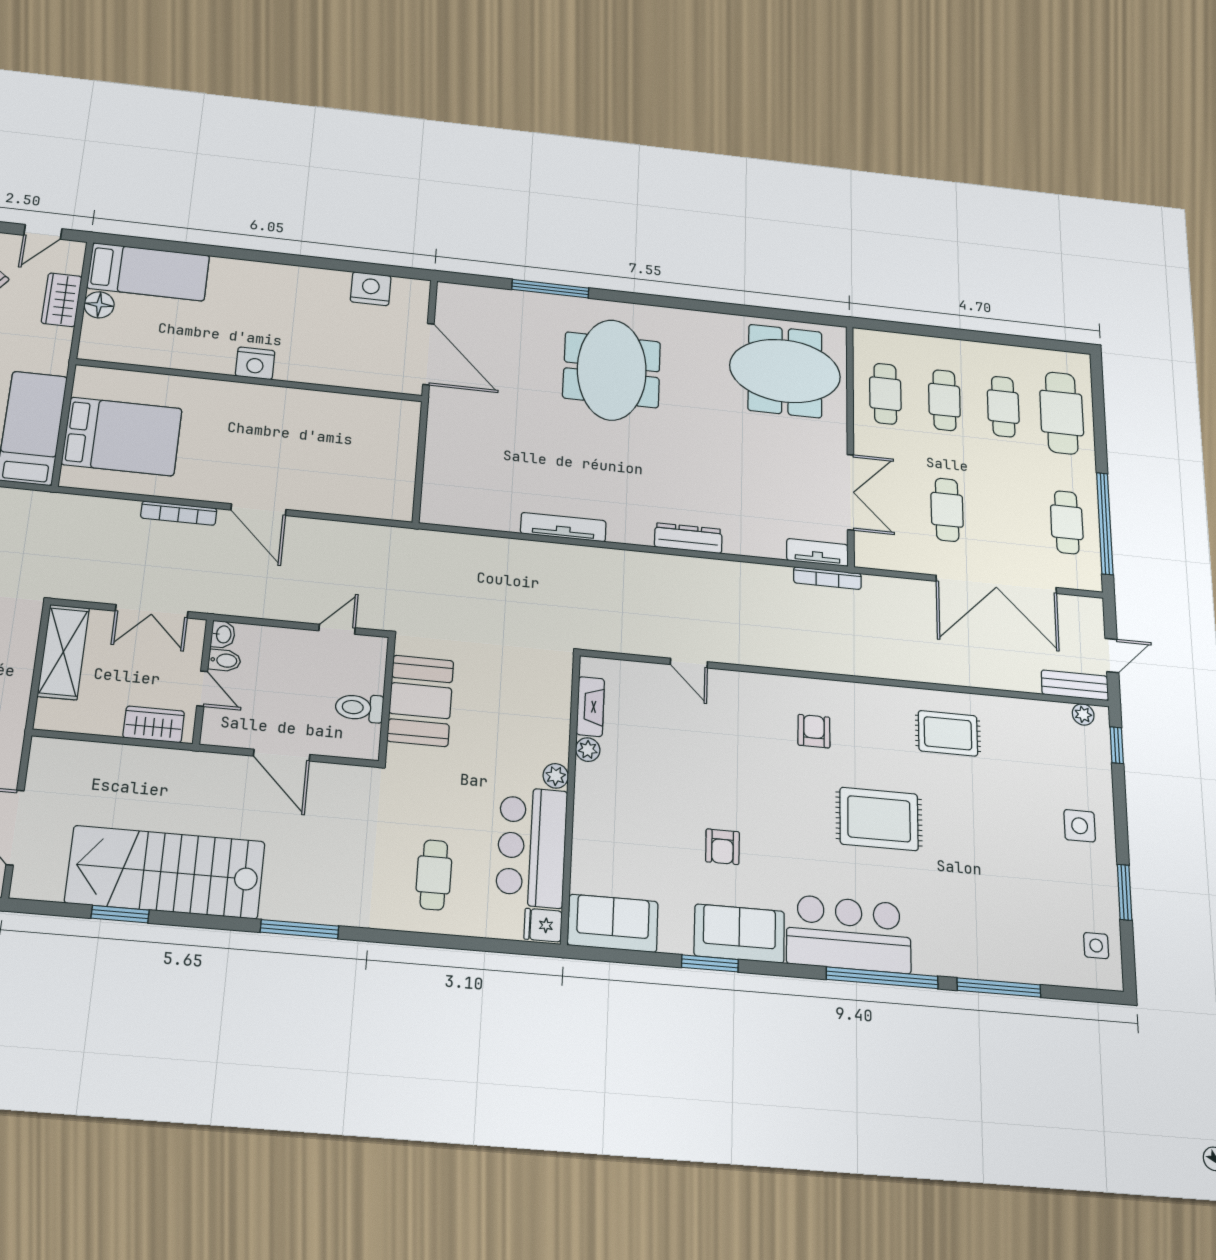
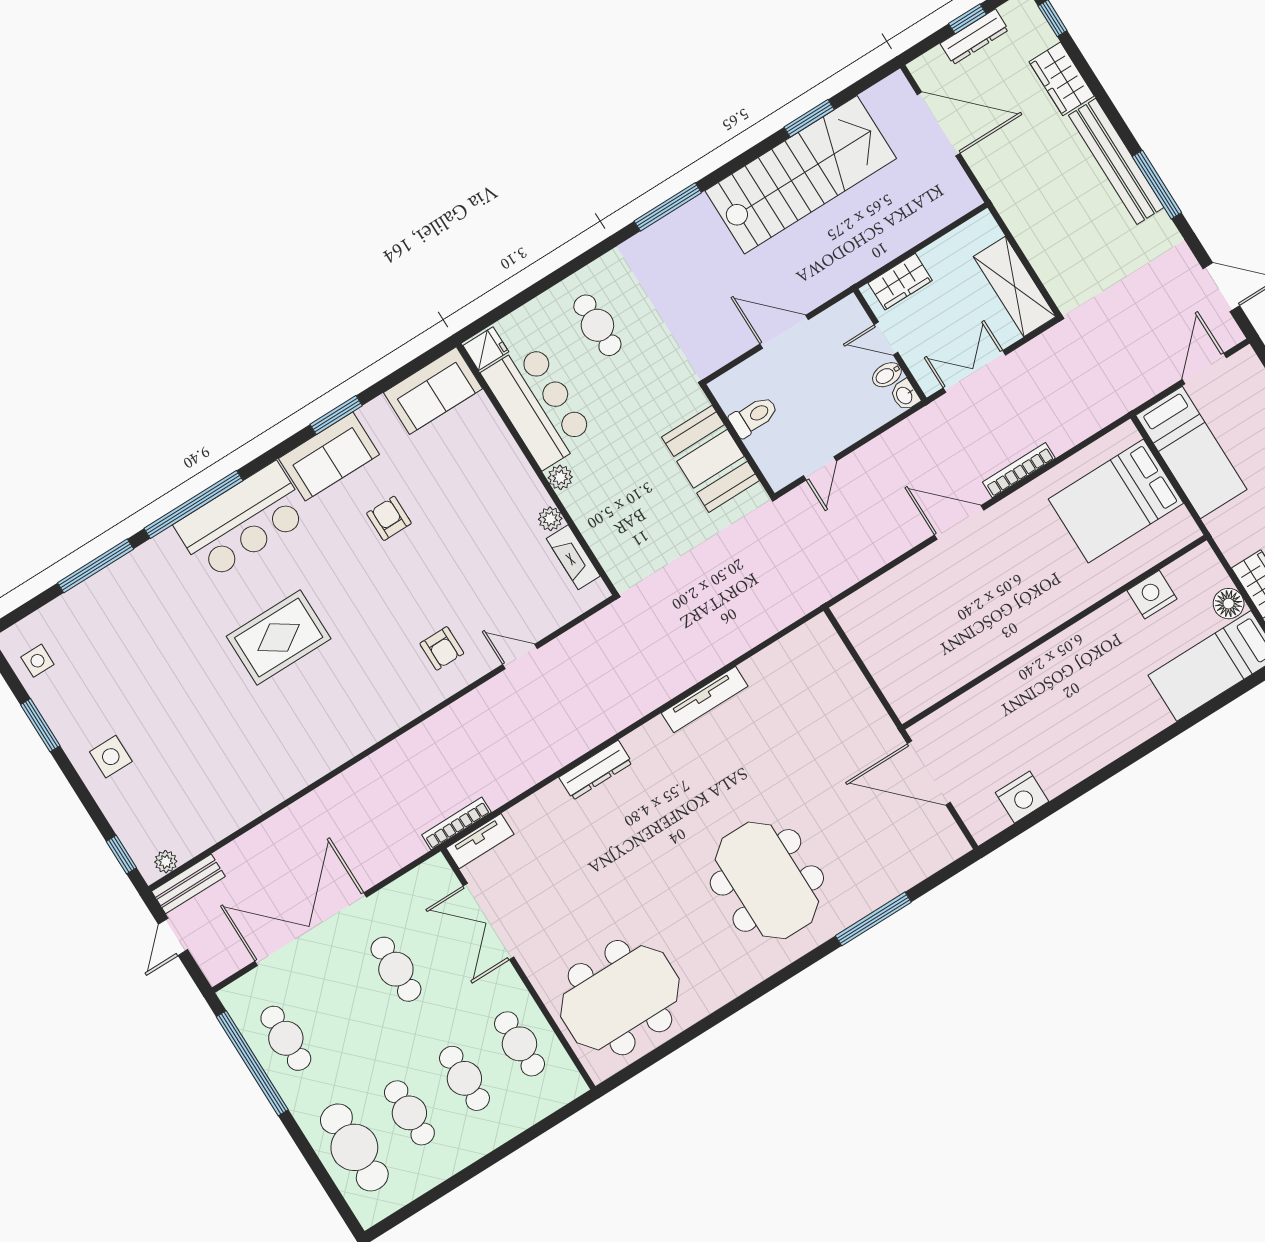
nightstand: (255, 363) -> (1152, 595), moved
armchair: (814, 731) -> (442, 648), moved
rug: (948, 733) -> (268, 757), removed

